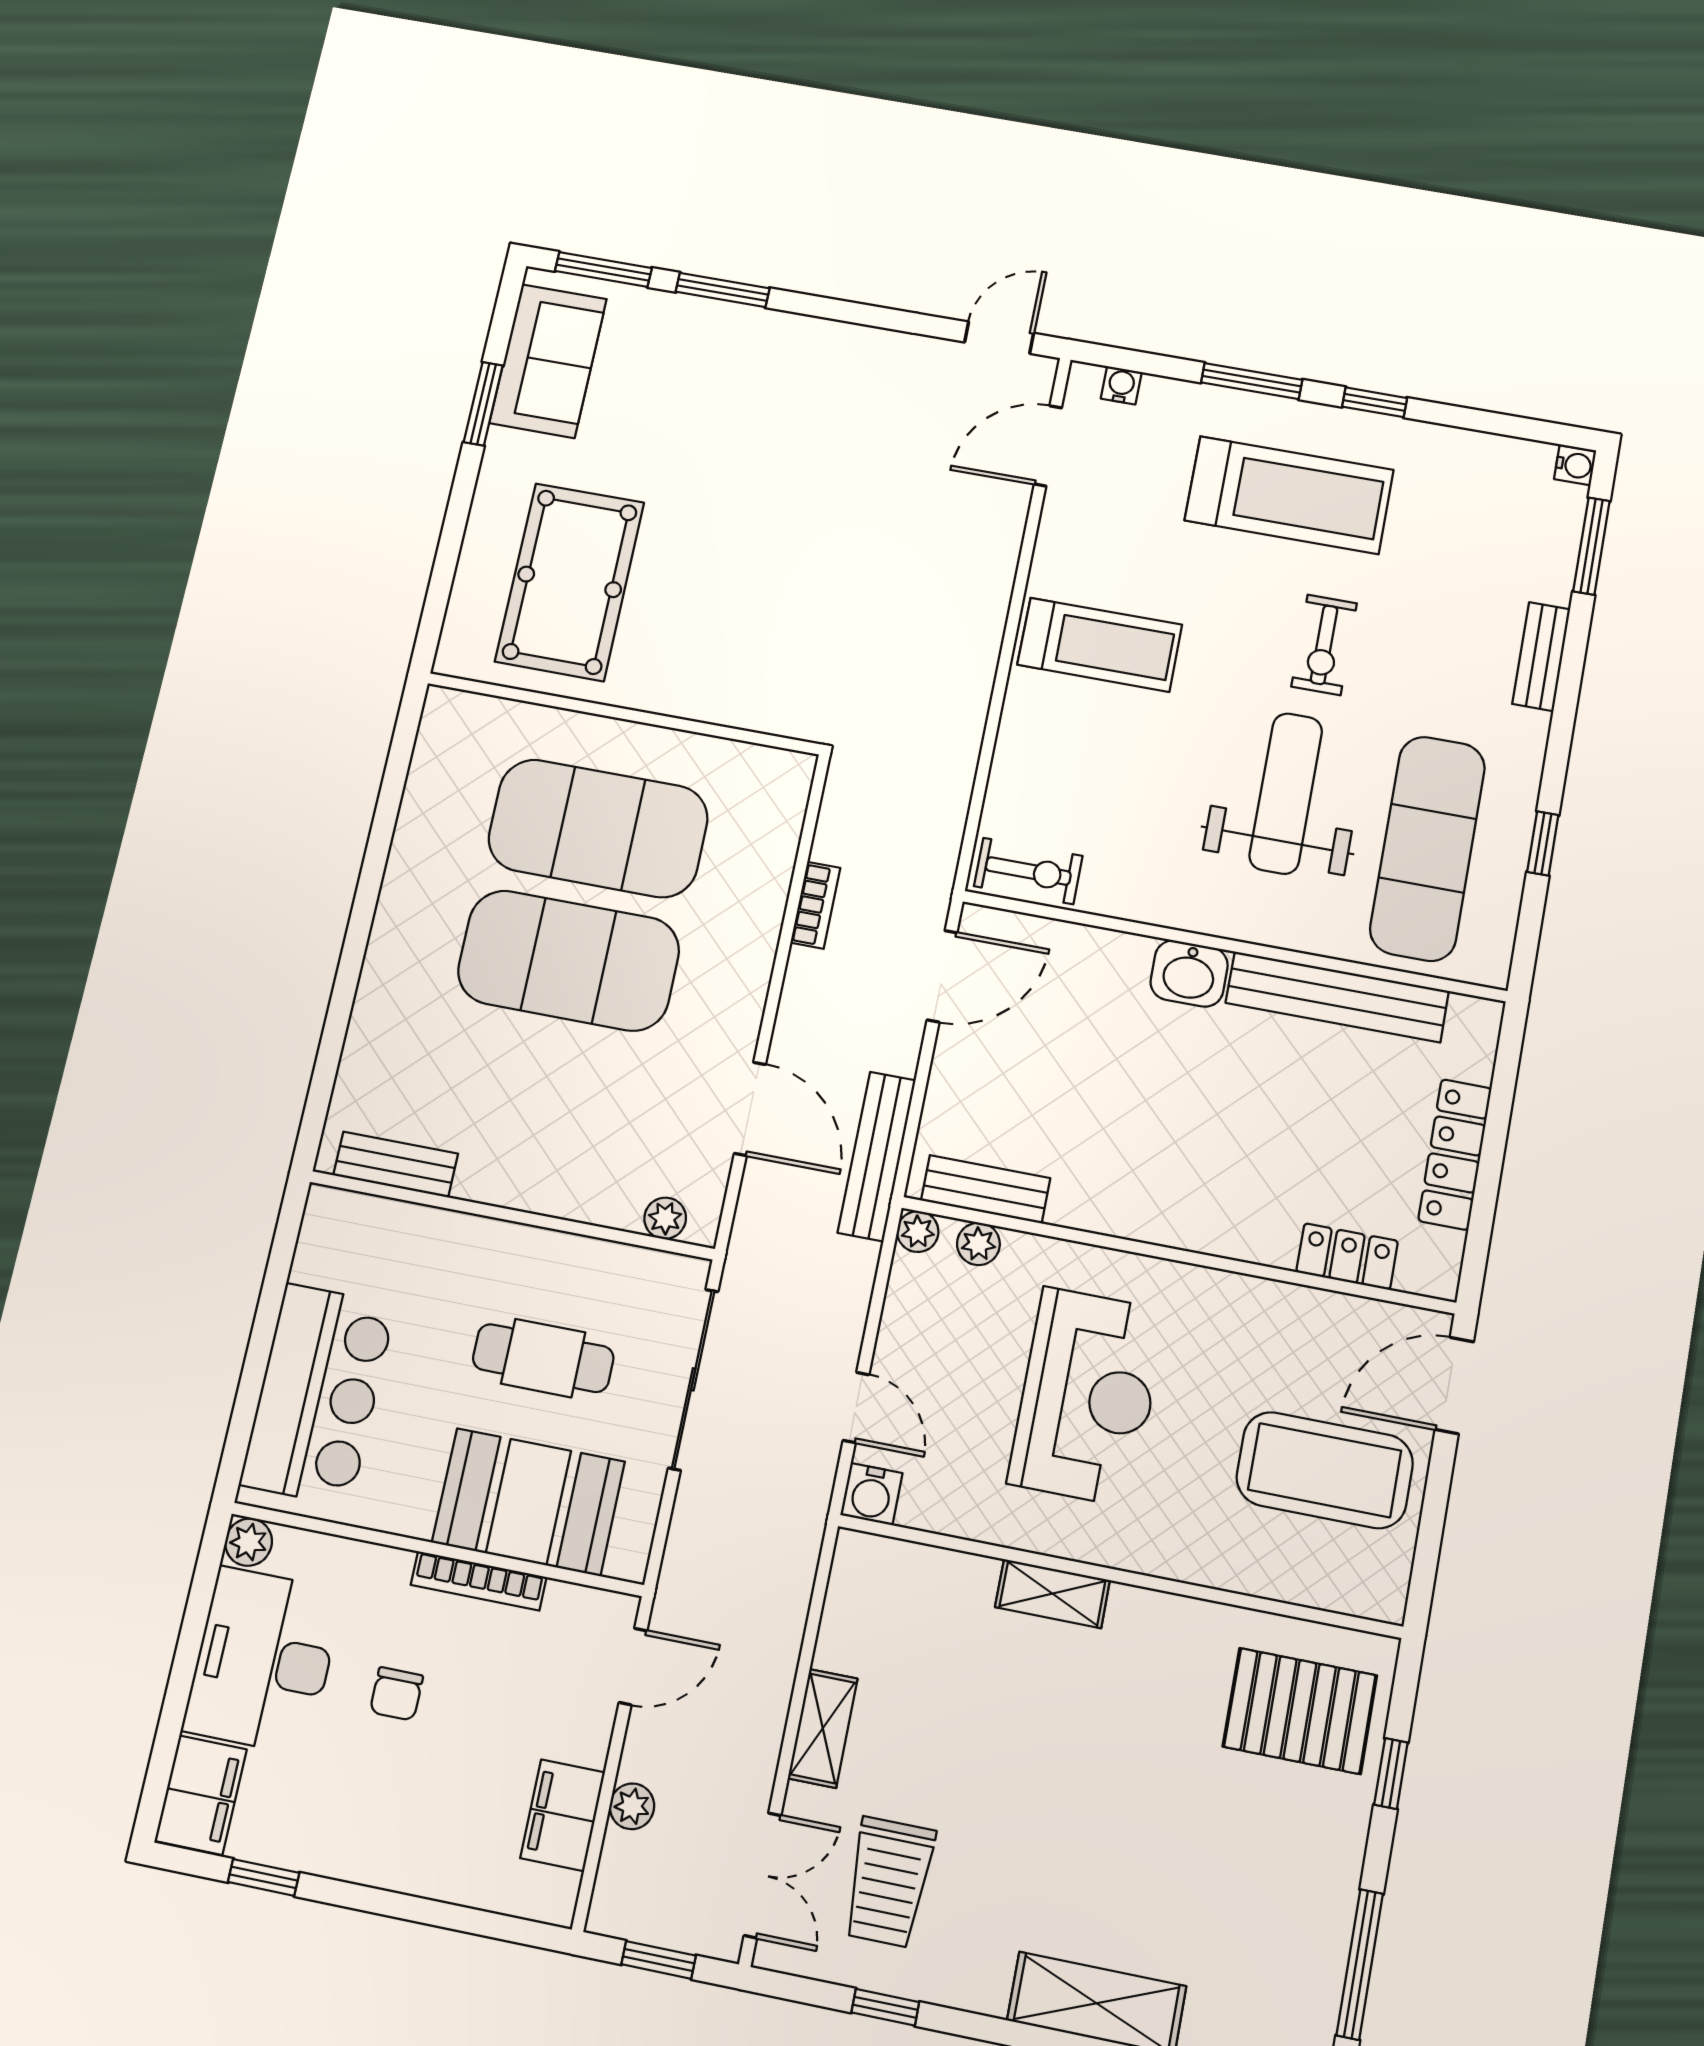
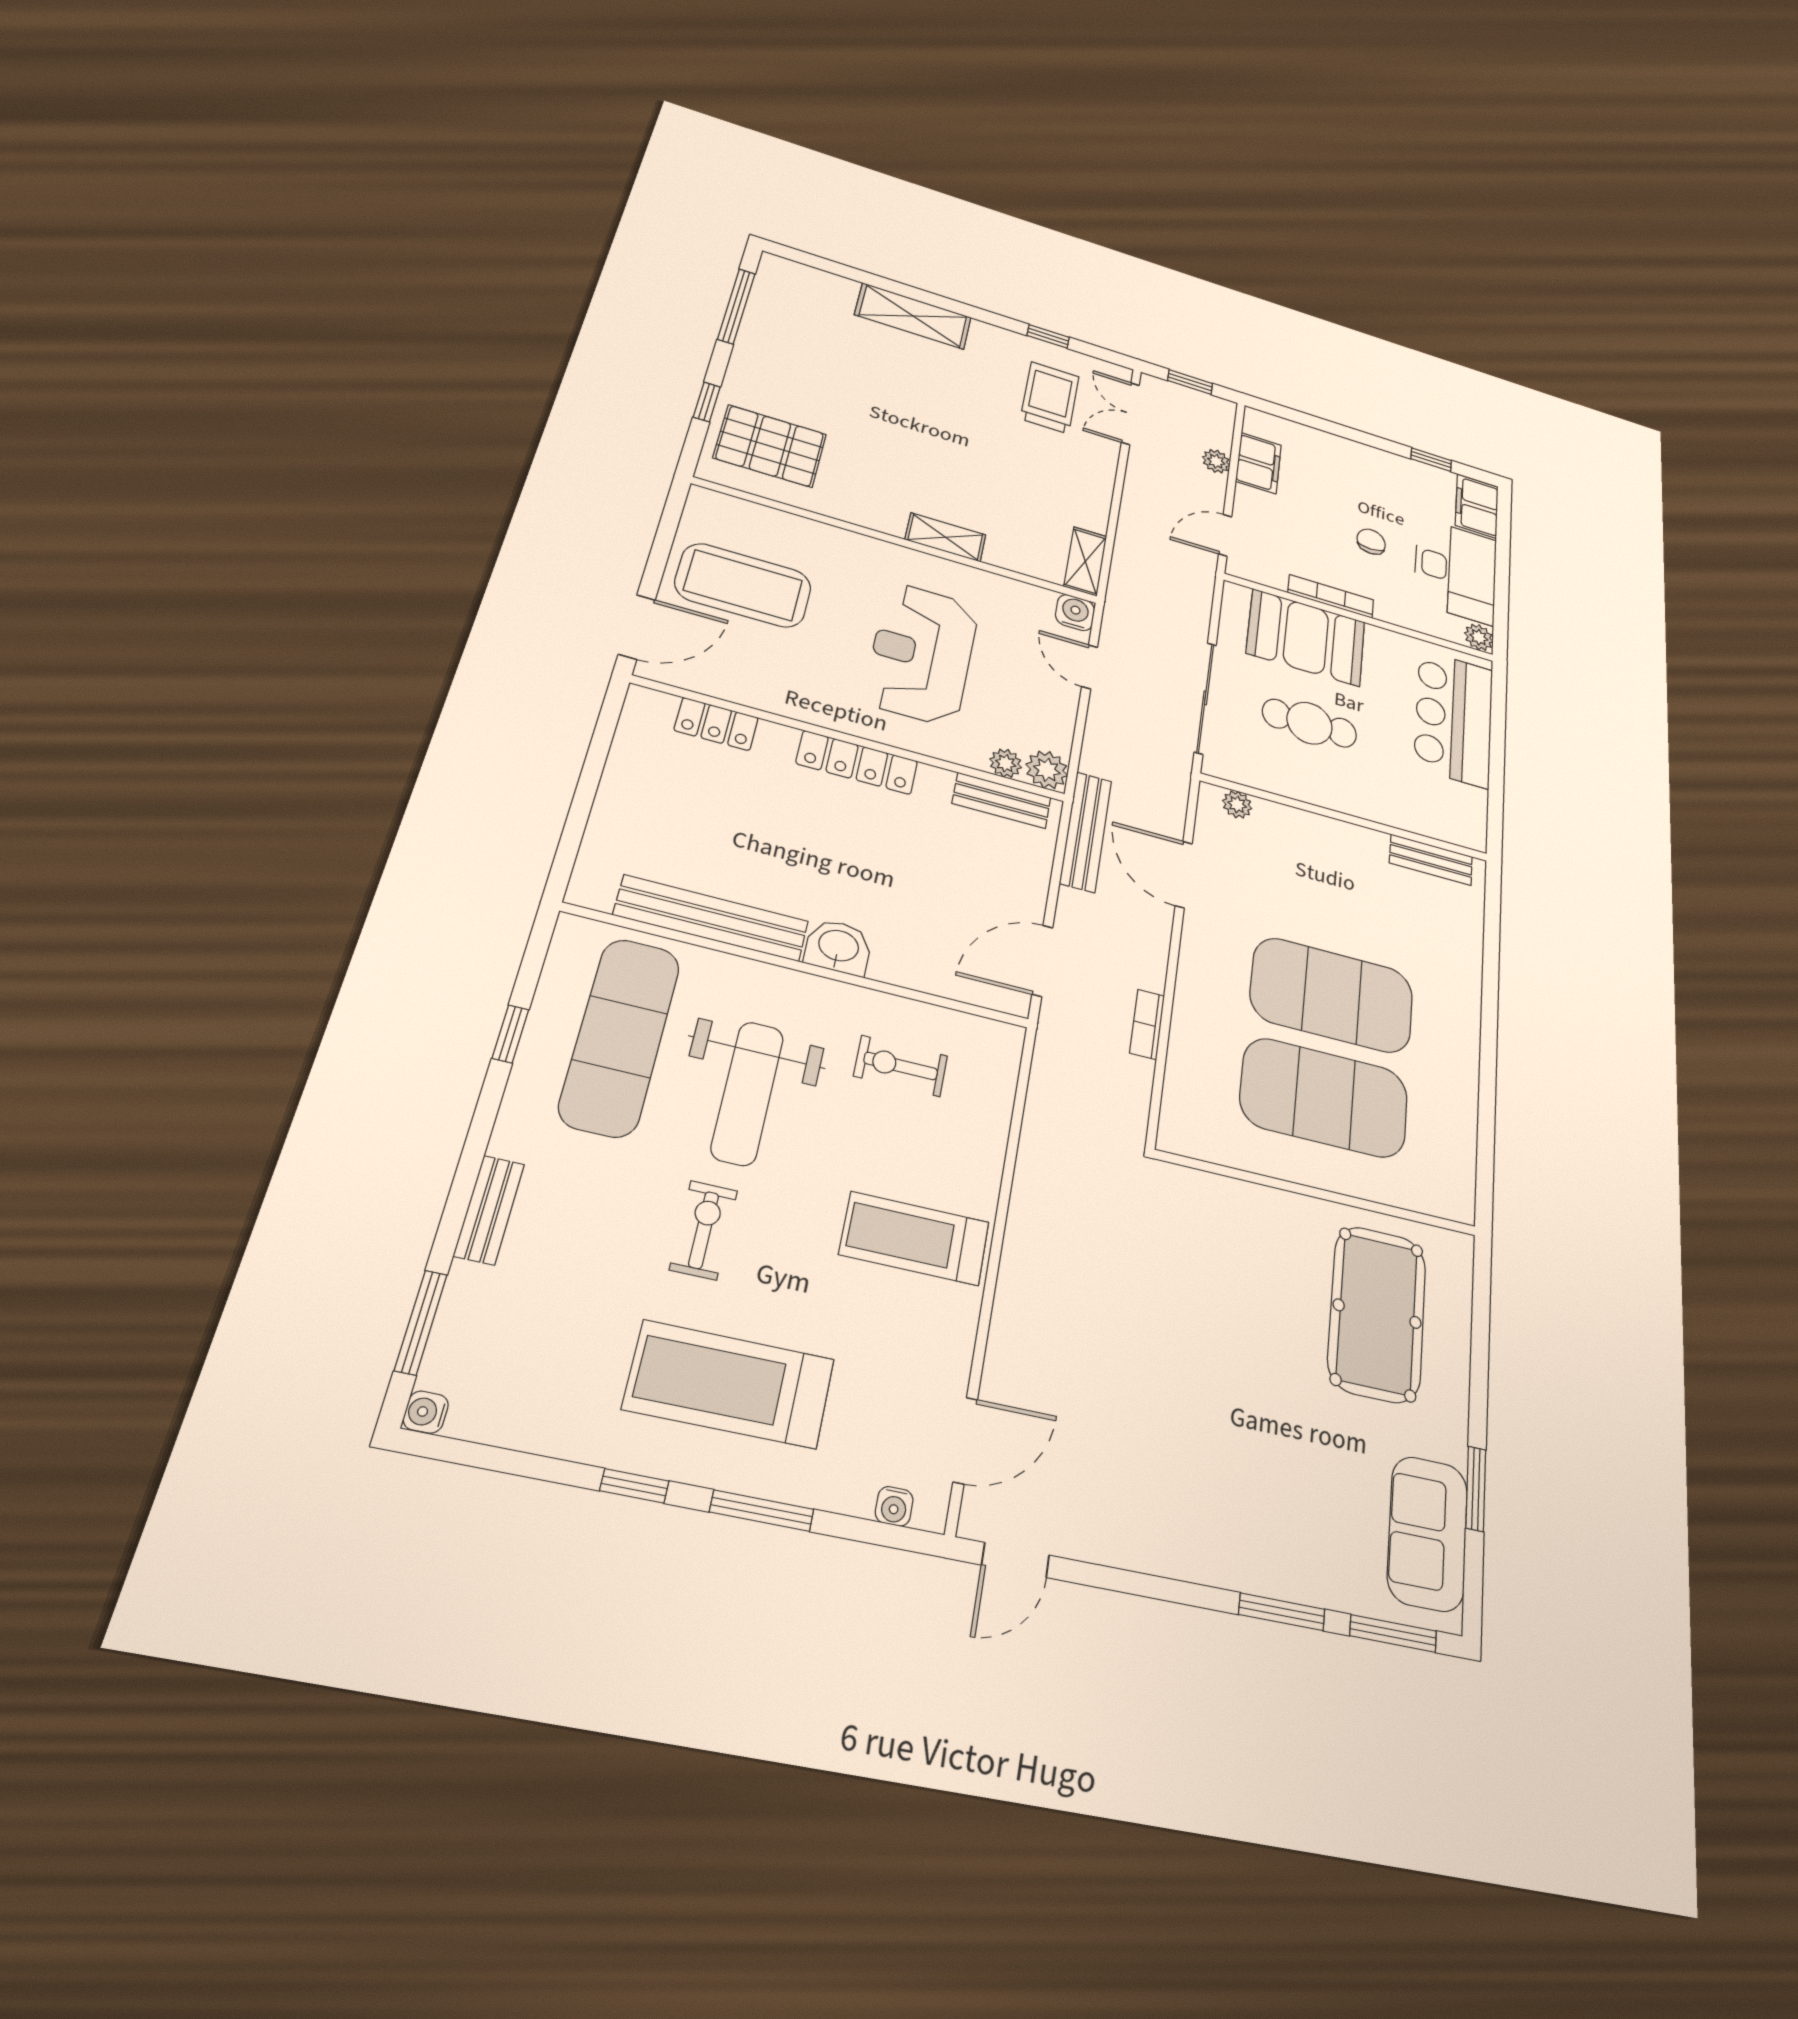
exercise bike: (1028, 871) -> (901, 1066), moved
locker: (1455, 1154) -> (857, 762), moved, turned 90
plant: (918, 1232) -> (1047, 770), width x1.38, depth x1.38
shelving: (823, 1728) -> (1085, 561), moved

